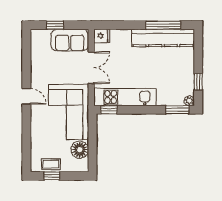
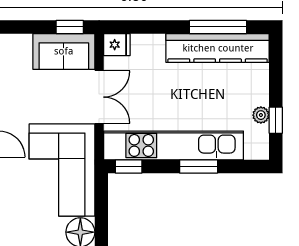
window: (55, 25) -> (70, 27), moved
kitchen unit: (125, 97) -> (173, 145), width x1.36
plant: (189, 101) -> (261, 115), moved
window: (177, 110) -> (199, 166), moved

